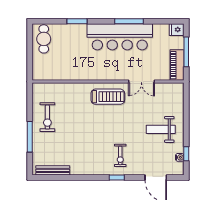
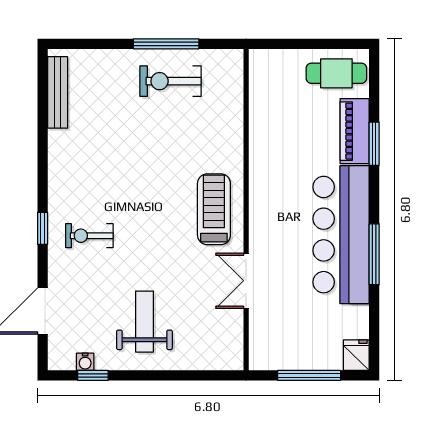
piano: (177, 65) -> (355, 131), moved, turned -90
treadmill: (108, 97) -> (214, 209), turned 180
window: (30, 137) -> (166, 44), moved

